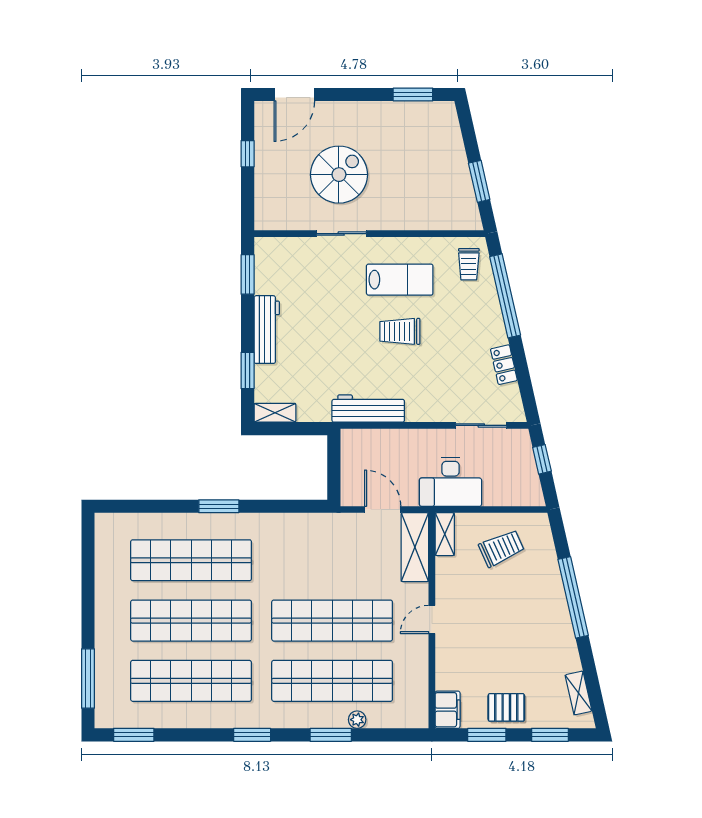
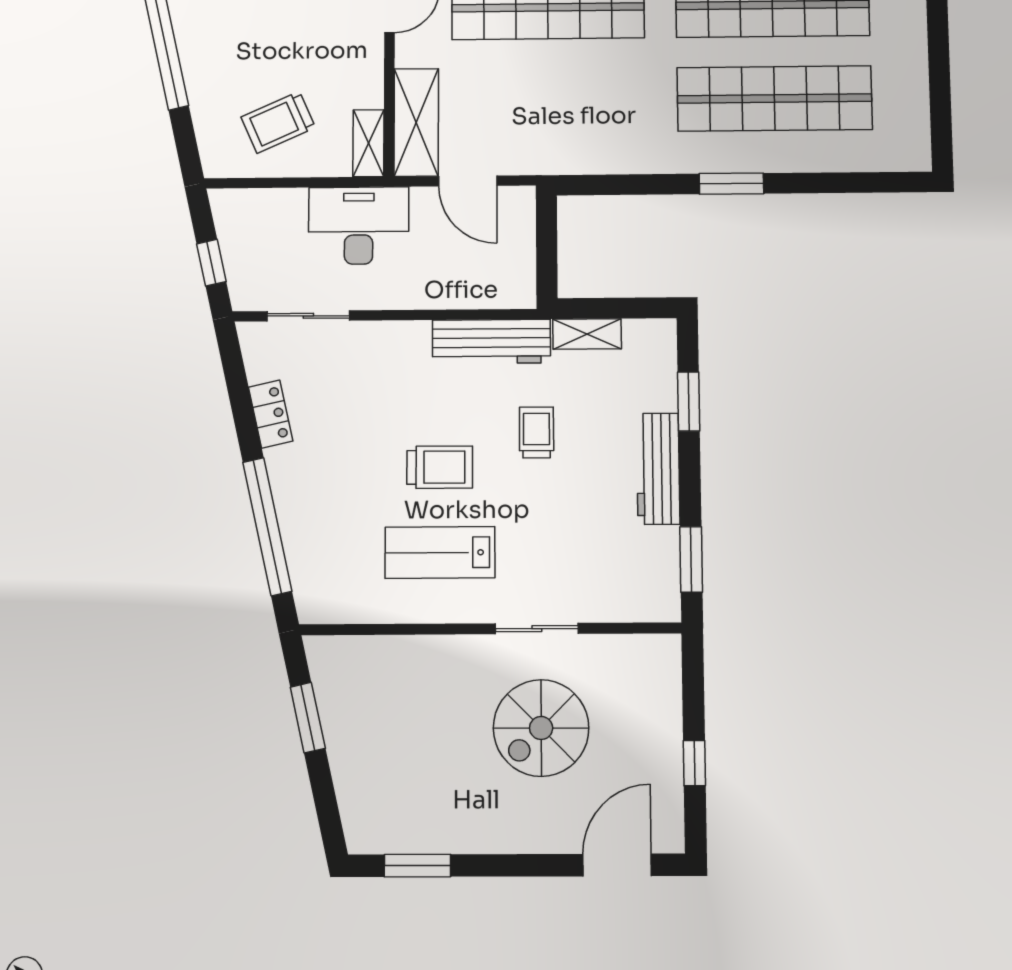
trolley: (469, 264) -> (537, 432), moved
shelving: (275, 413) -> (587, 334), moved

